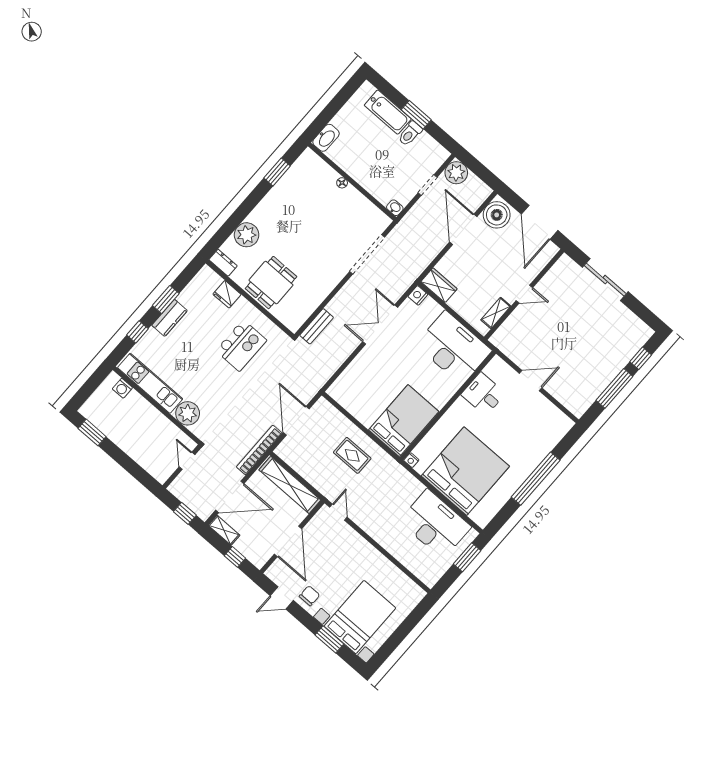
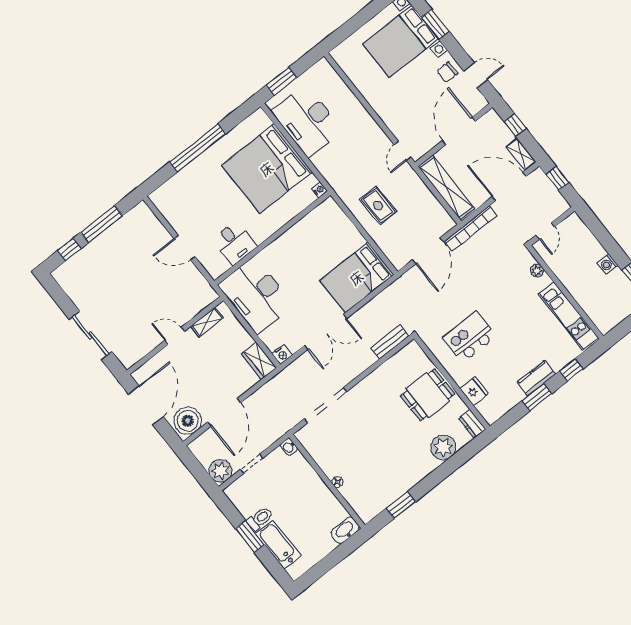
washing machine: (122, 388) -> (608, 264), moved, turned 180
plant: (188, 413) -> (537, 271), width x0.53, depth x0.53
bed: (404, 421) -> (357, 278), moved

